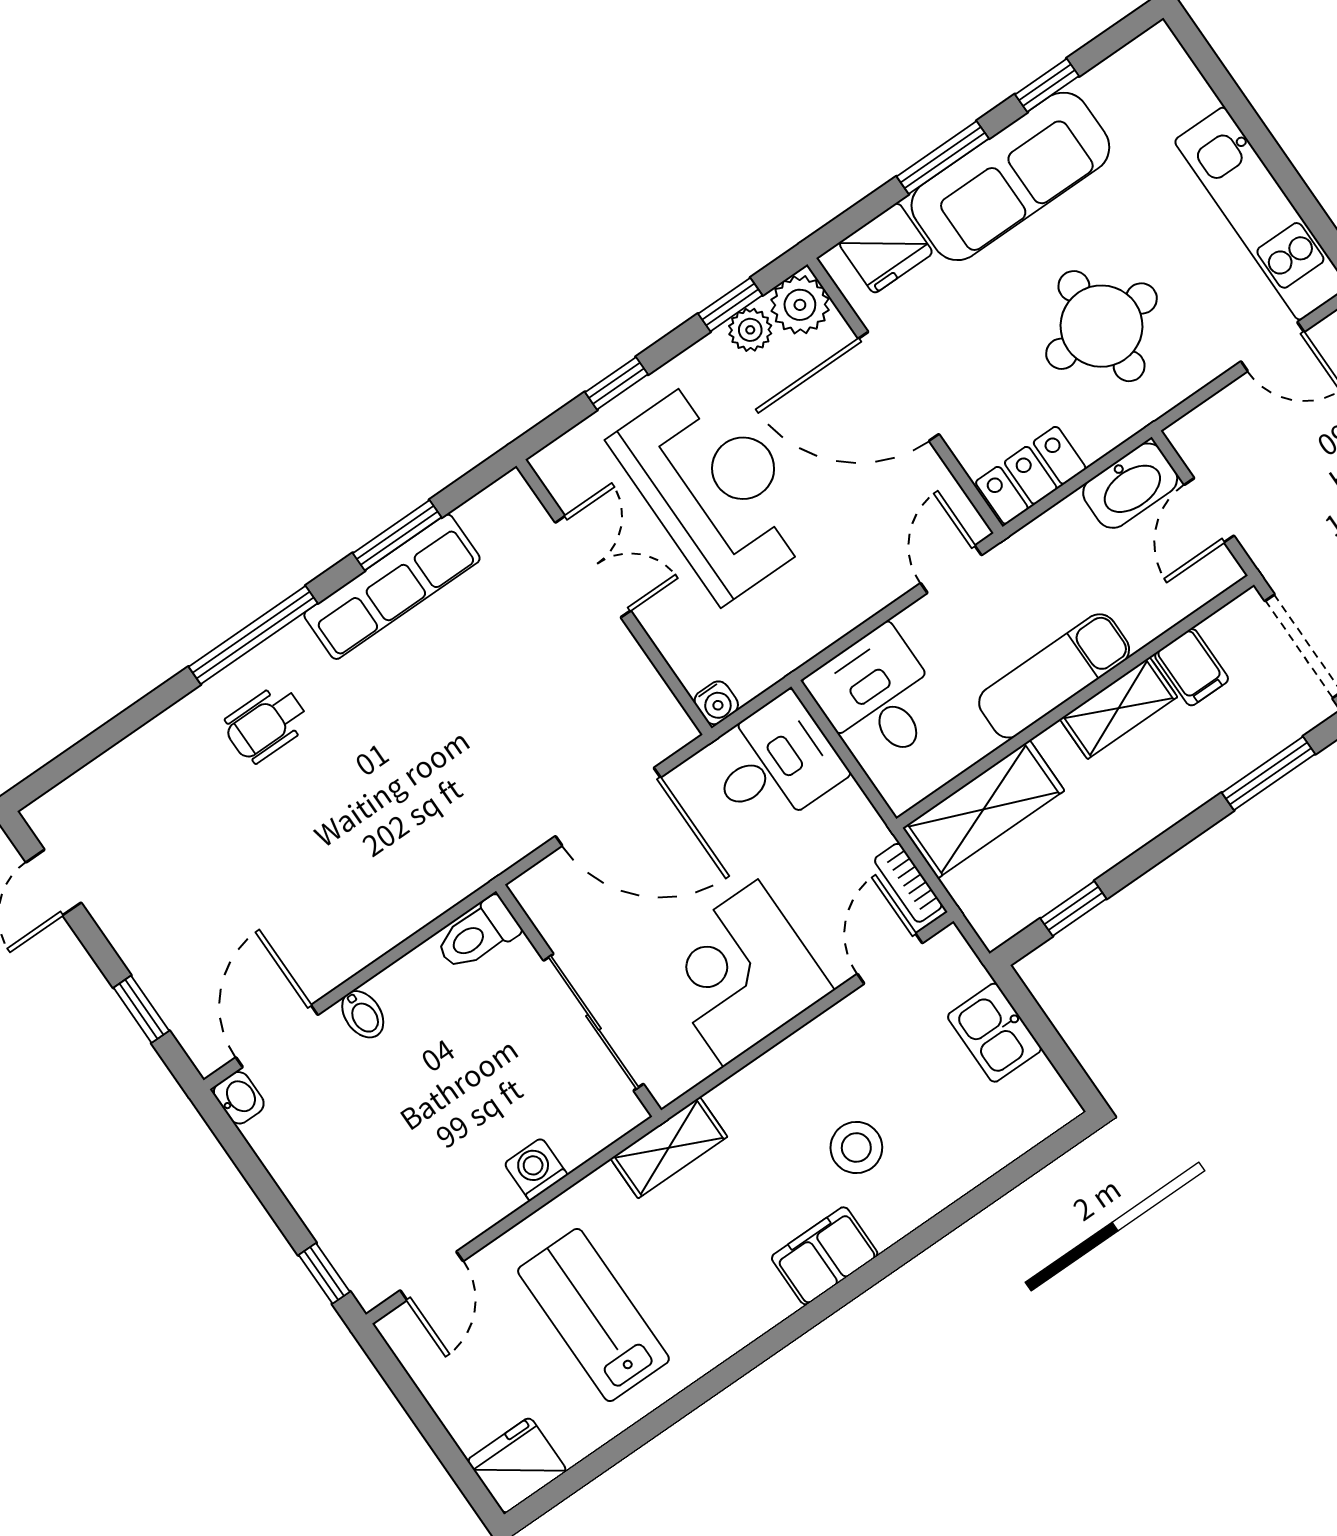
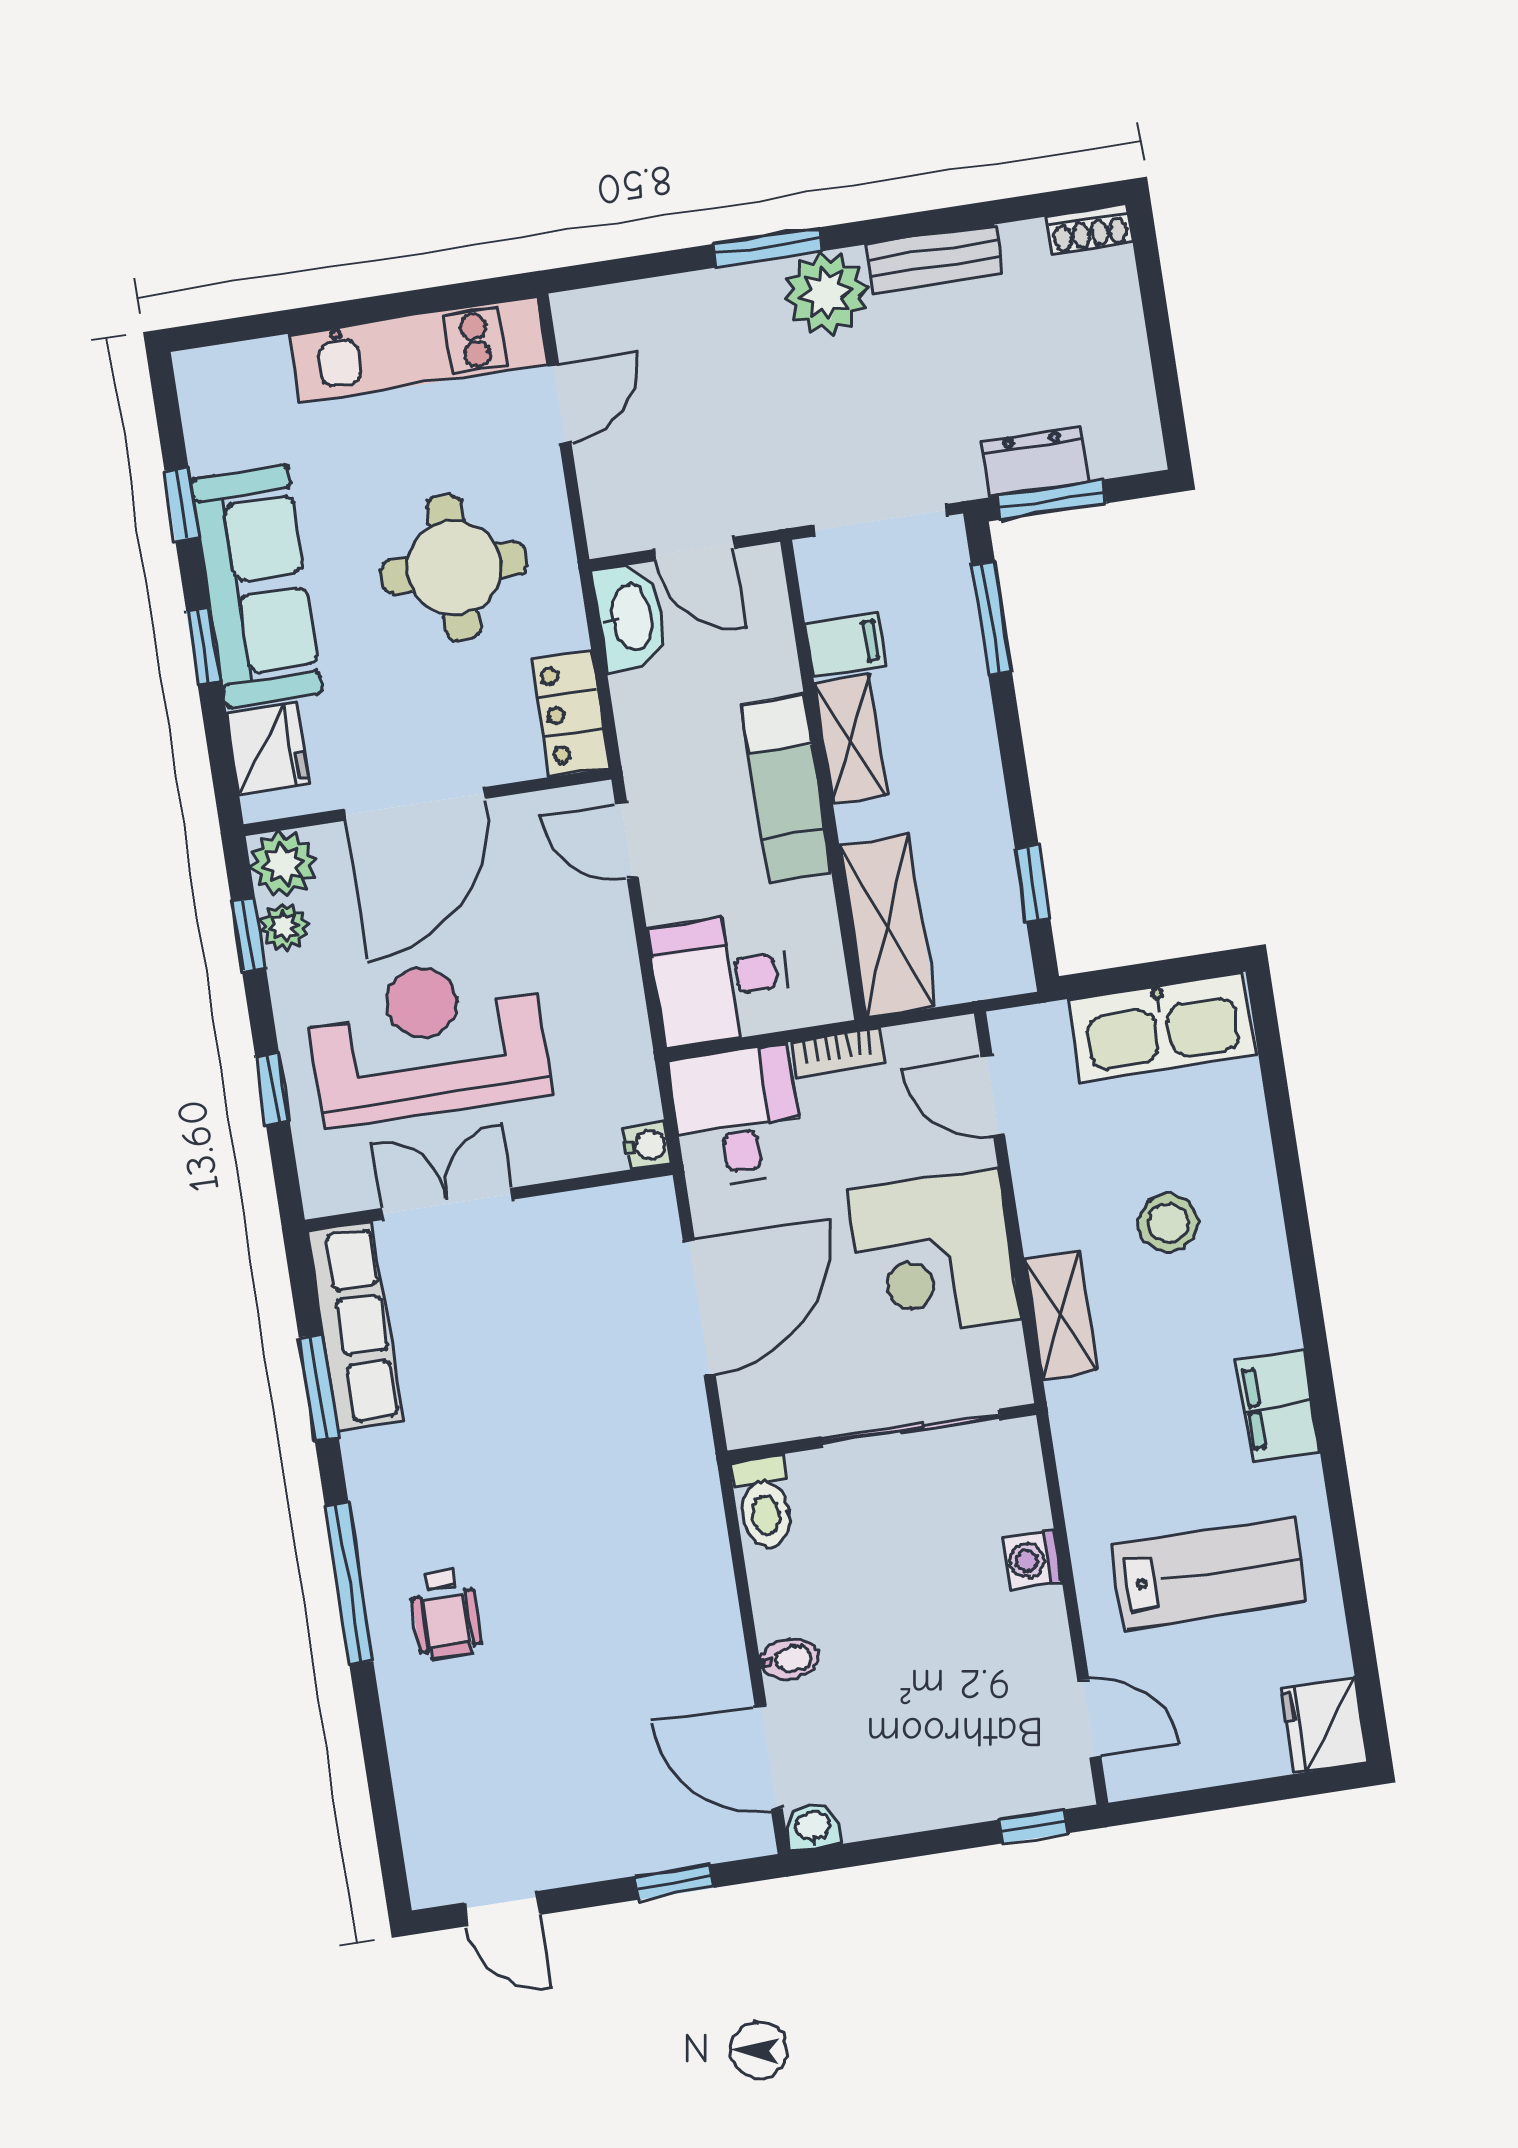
window: (943, 158) -> (204, 646), width x0.67
row of seats: (392, 587) -> (354, 1326), moved
bookcase: (908, 883) -> (838, 1053), moved
kitchen sink: (994, 1033) -> (1162, 1027), width x1.87, depth x1.24
shelving: (669, 1148) -> (1061, 1315), moved
filing cabinet: (825, 1256) -> (1278, 1405), moved
lab bench: (593, 1315) -> (1209, 1573), turned 180

